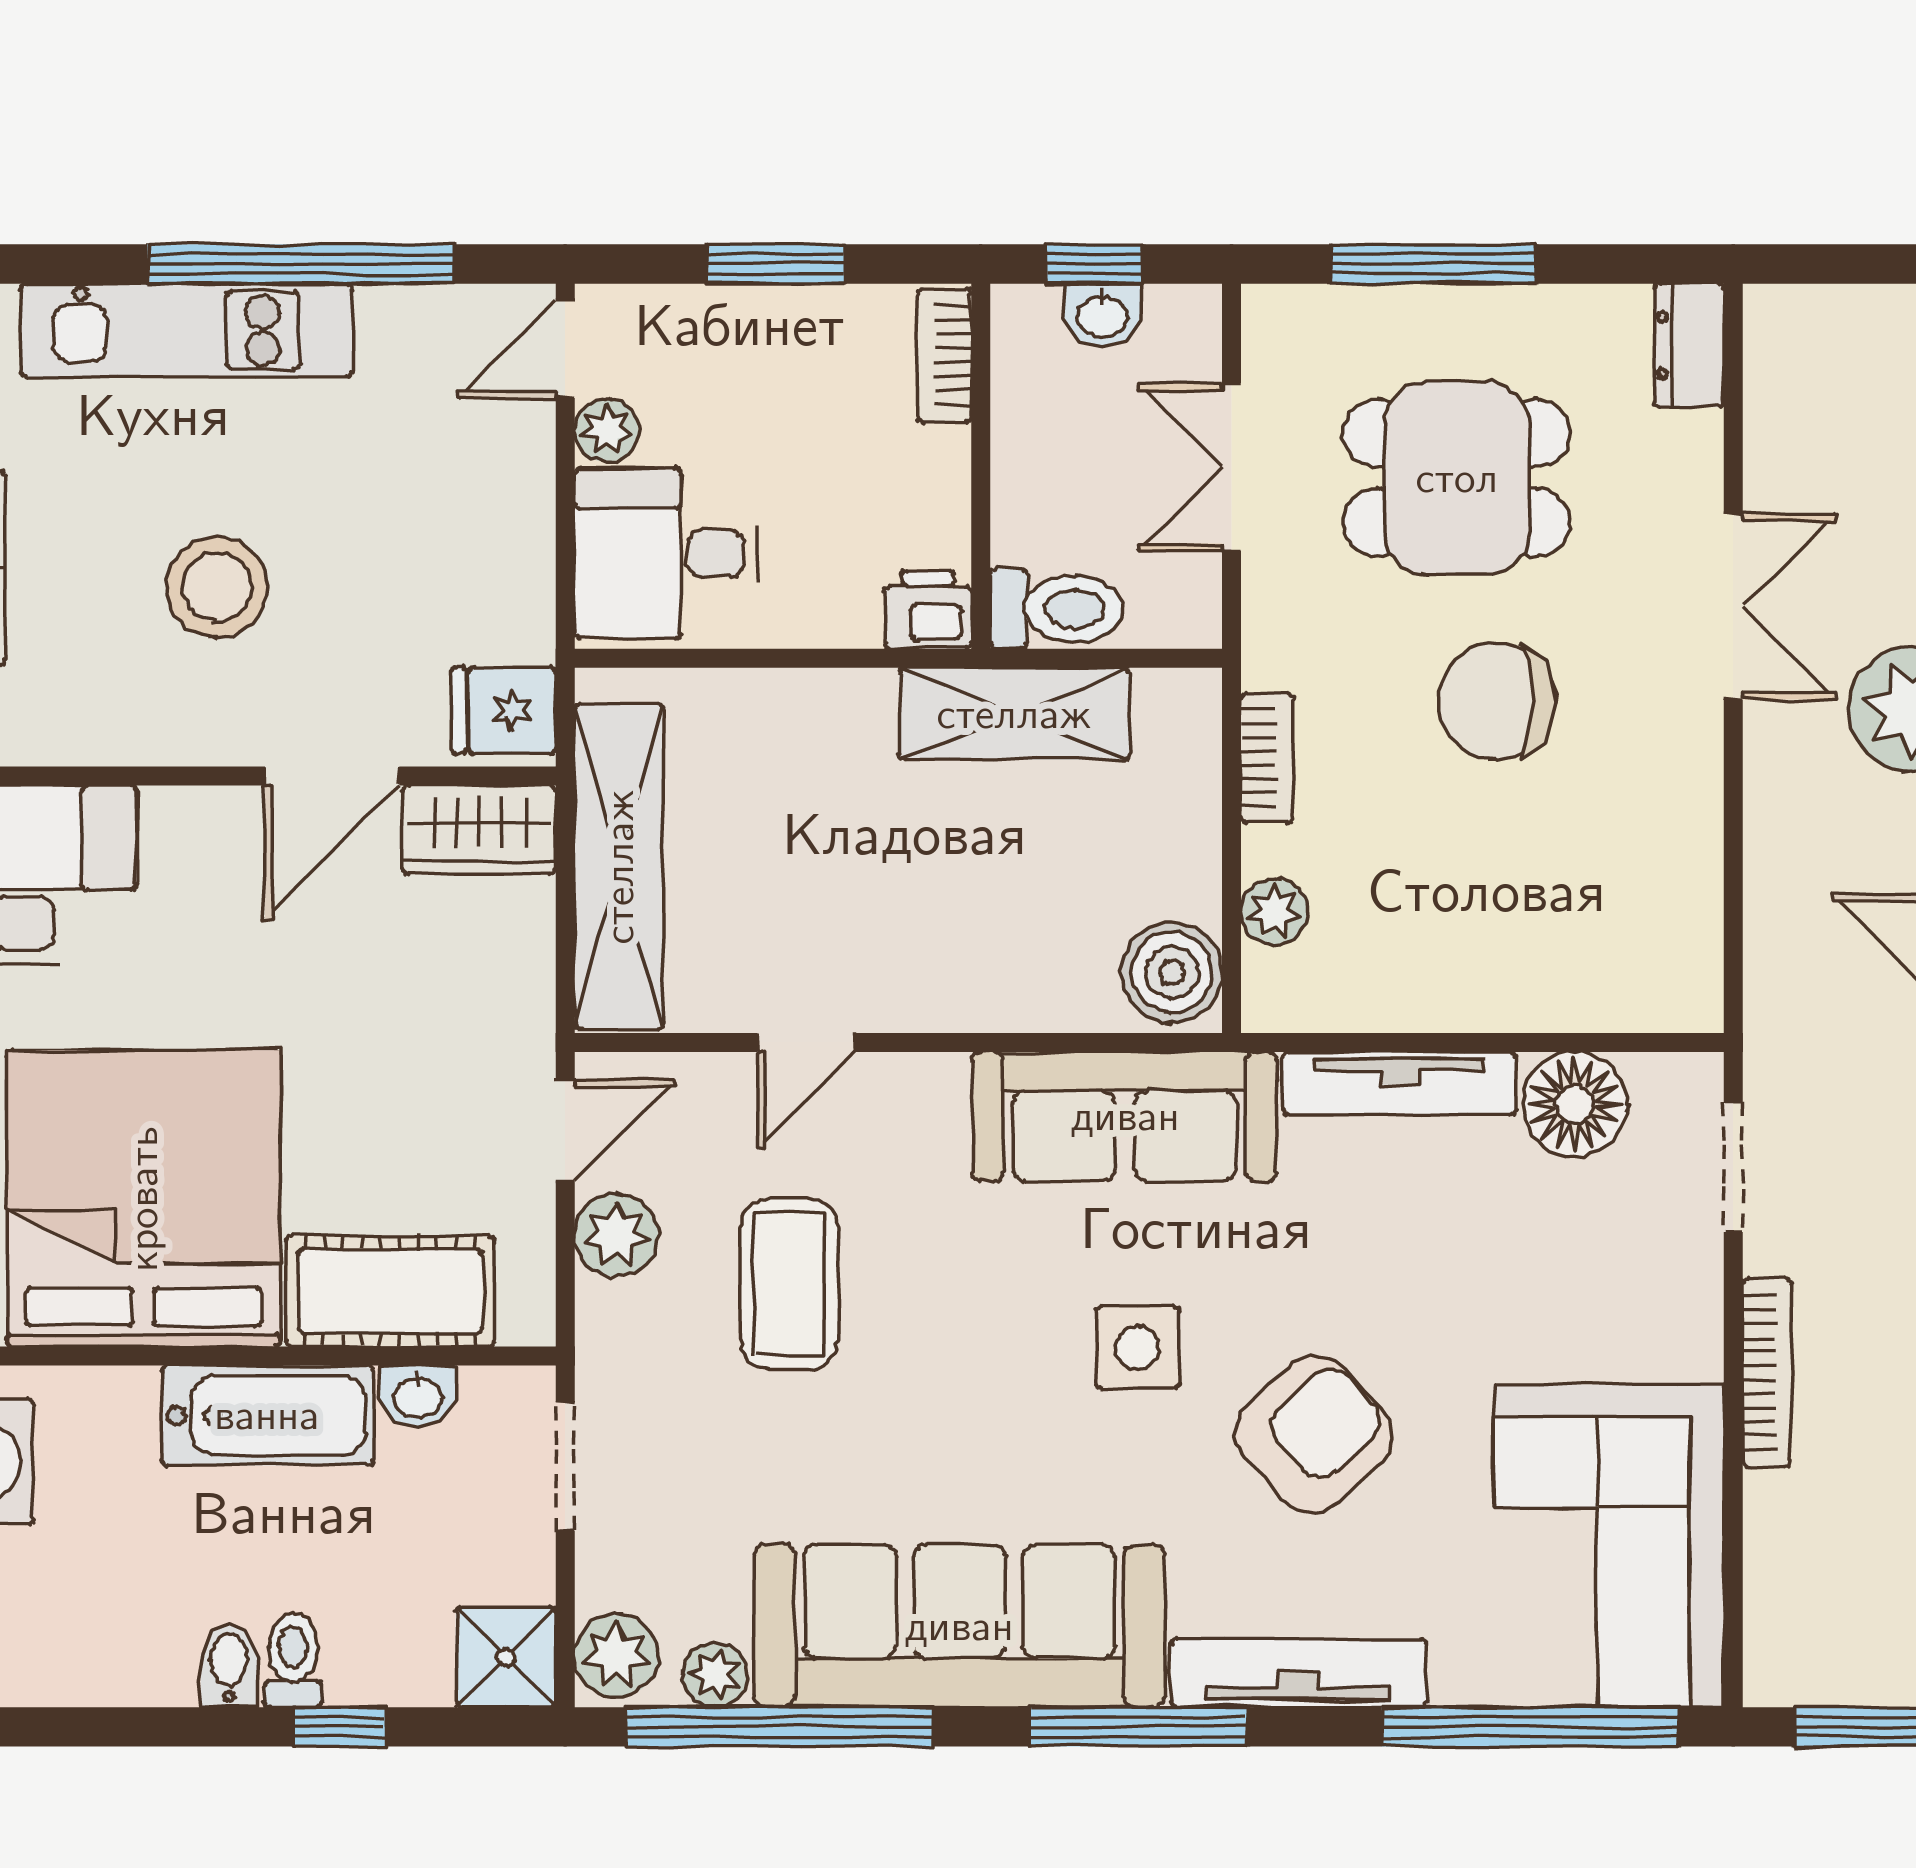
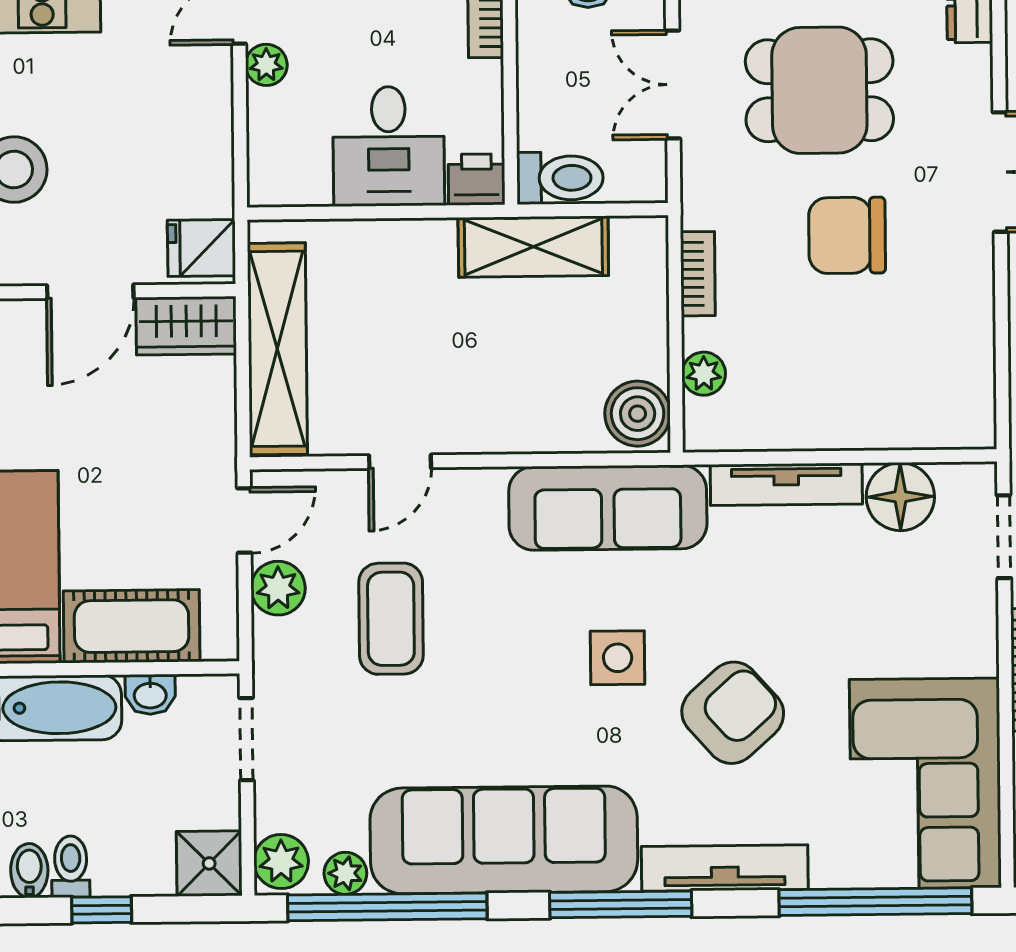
desk: (666, 553) -> (389, 146), moved, turned -90

